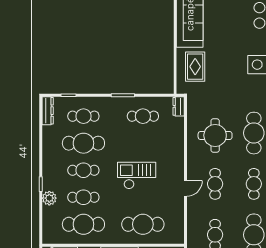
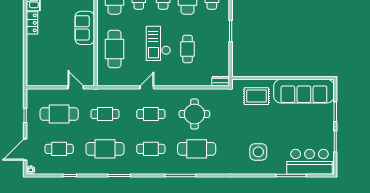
cafe table: (143, 116) -> (187, 49), moved
checkout: (137, 176) -> (158, 43), turned 180
door: (186, 188) -> (147, 87), swing flipped

